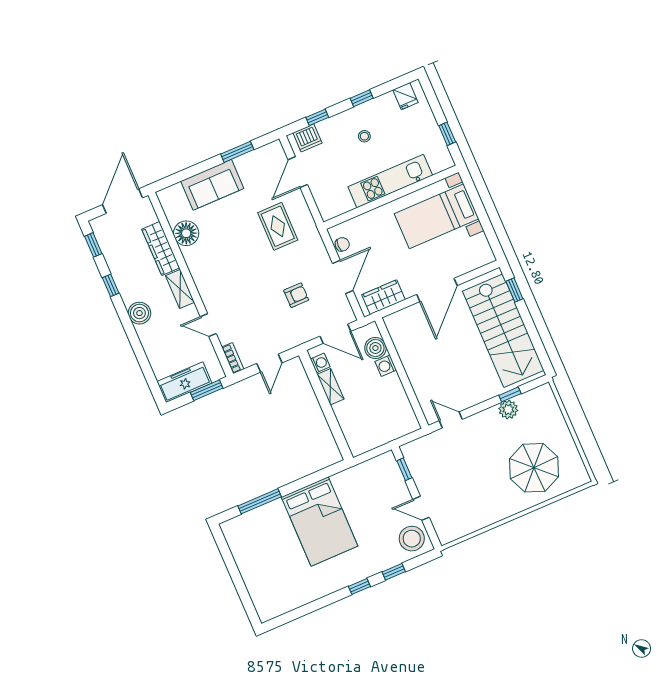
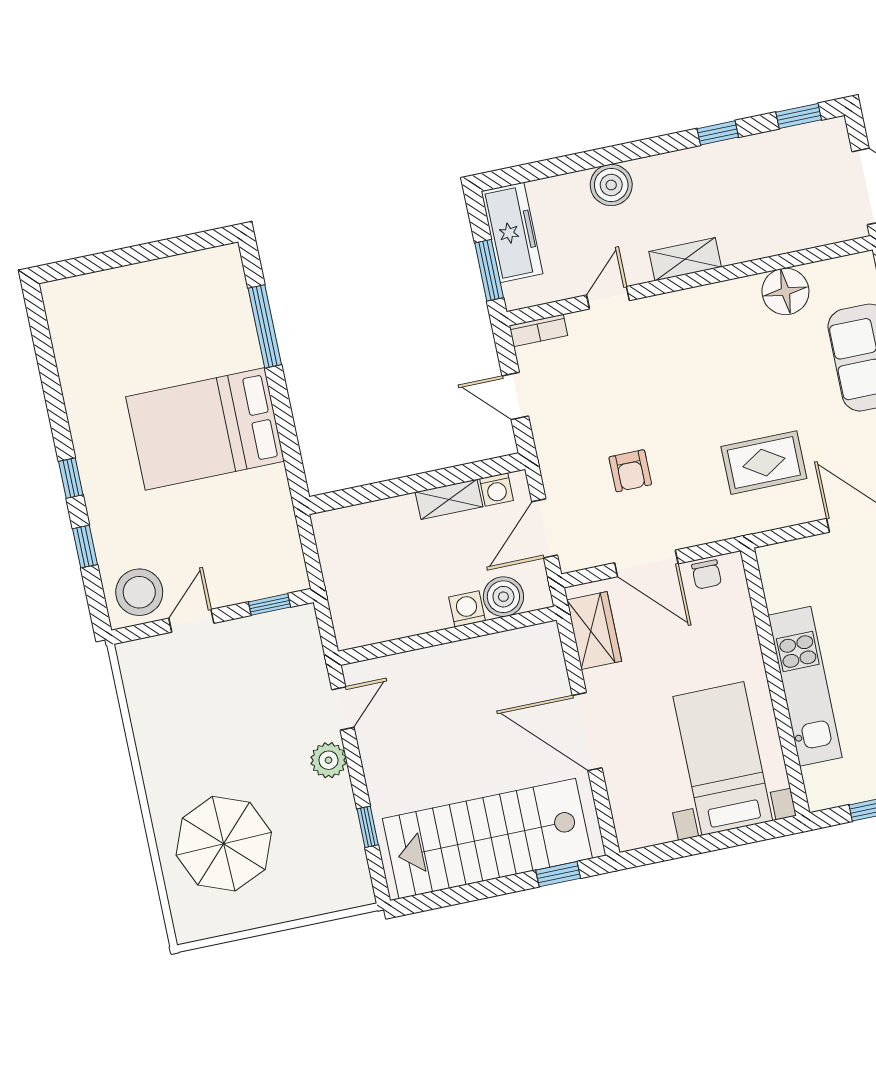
wardrobe: (161, 249) -> (767, 239), removed
boiler: (139, 313) -> (611, 185), moved
plant: (508, 410) -> (328, 760), moved

